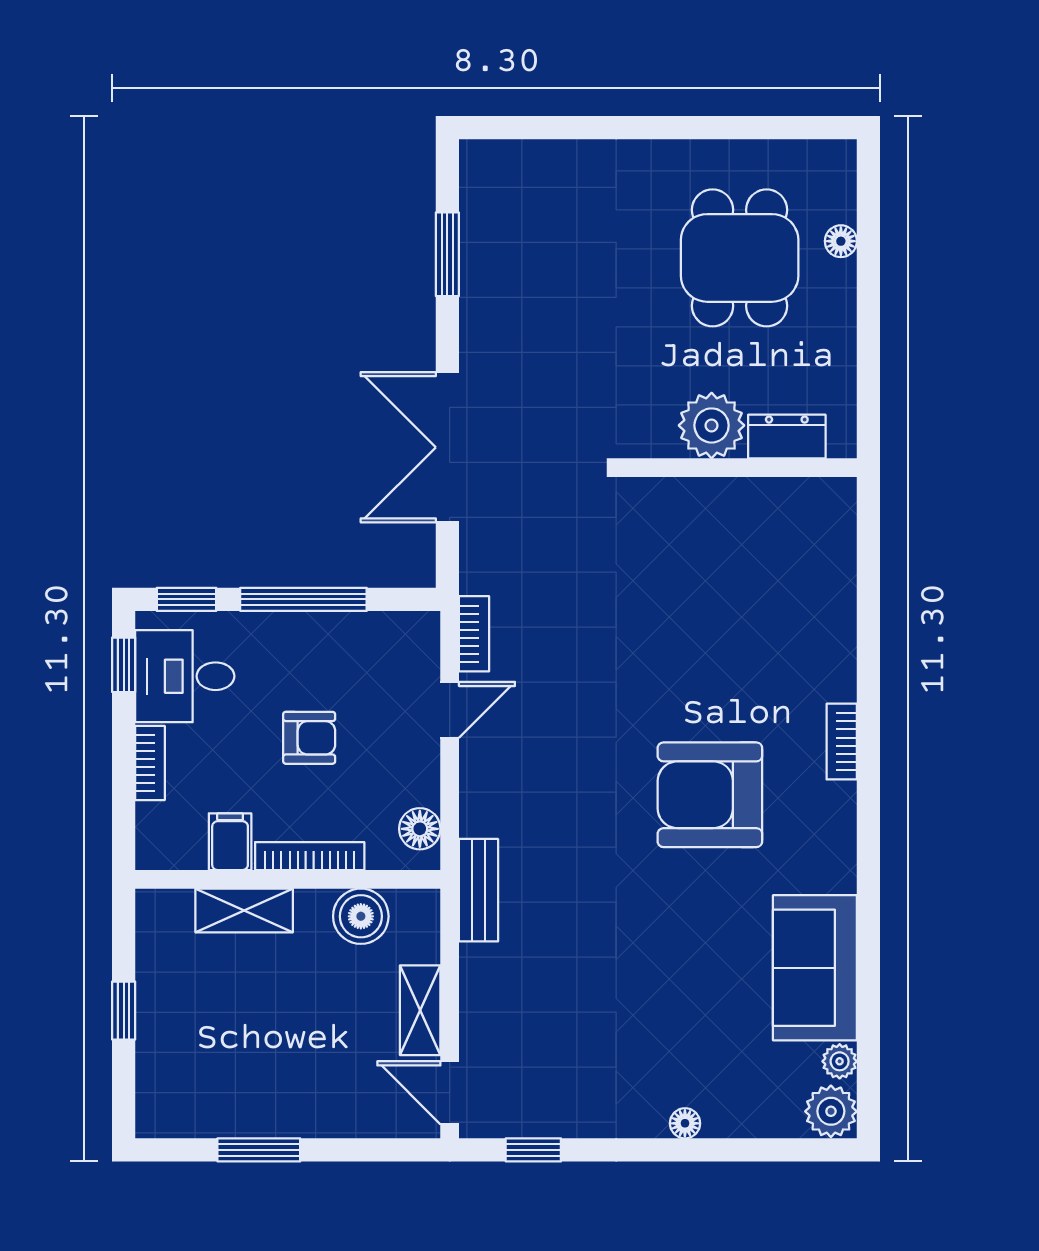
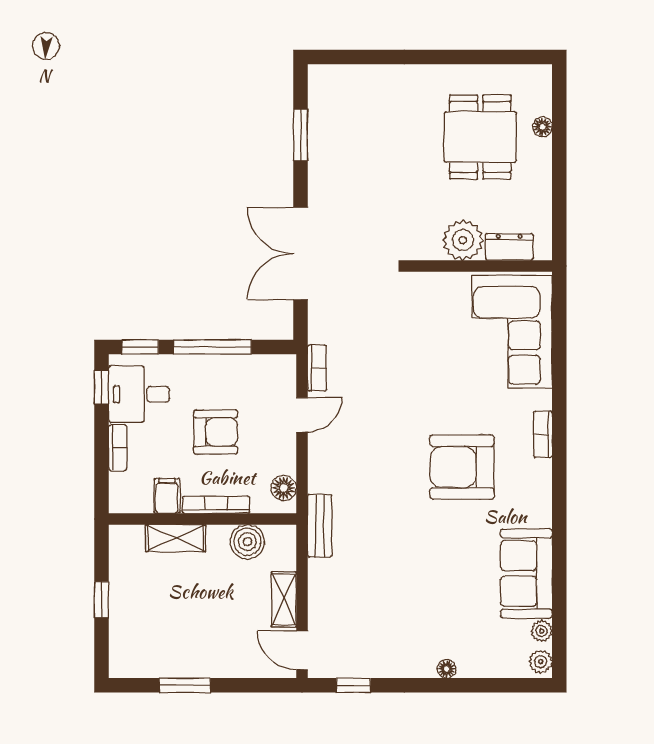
corner sofa: (791, 574) -> (512, 332), added
armchair: (309, 738) -> (216, 432), width x1.38, depth x1.38
plant: (831, 1111) -> (541, 662), width x0.73, depth x0.73

